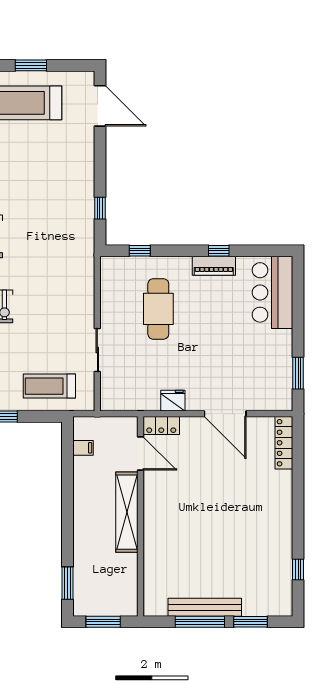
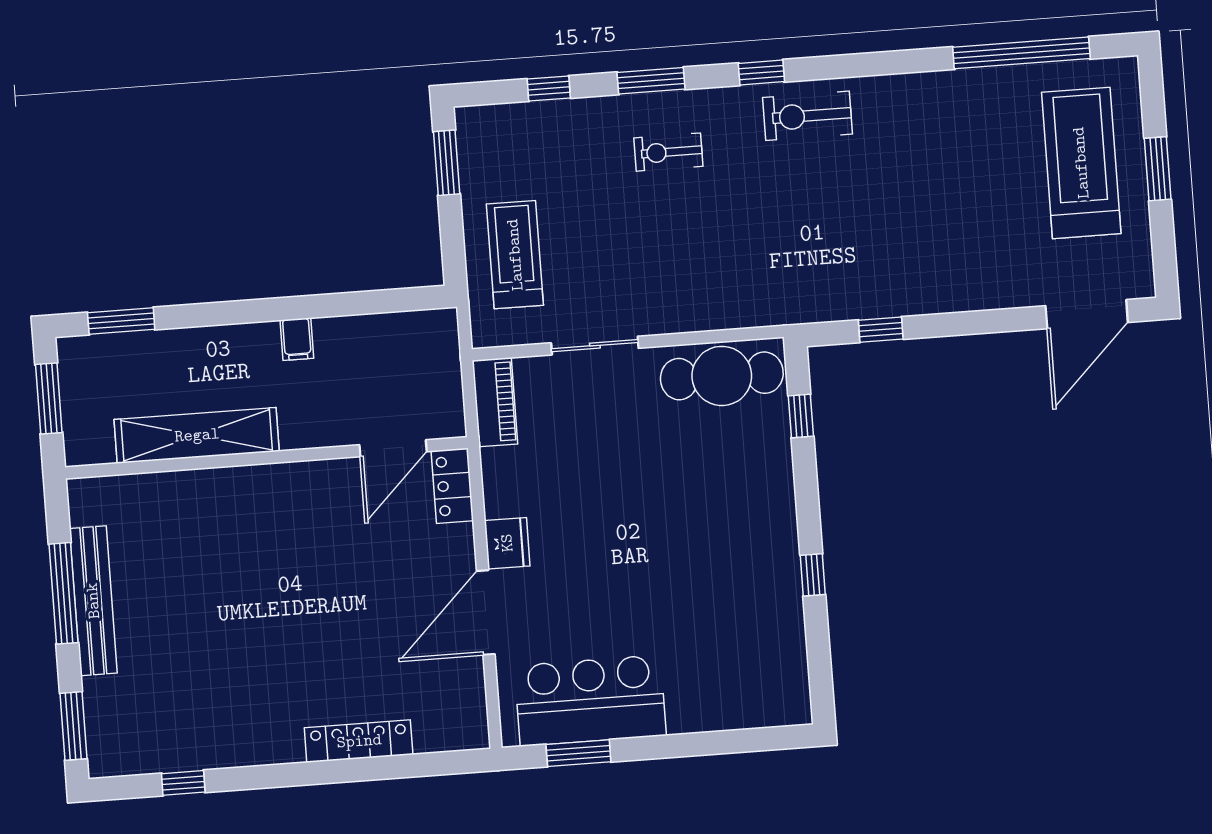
piano: (214, 266) -> (495, 402), moved, turned 180
bar counter: (273, 292) -> (590, 701), moved
cafe table: (158, 309) -> (722, 376), moved
fridge: (173, 401) -> (507, 543), moved
locker: (284, 443) -> (359, 741), moved
filing cabinet: (83, 448) -> (297, 339), moved
shelving: (127, 512) -> (197, 435), moved
window: (251, 622) -> (73, 726), moved

